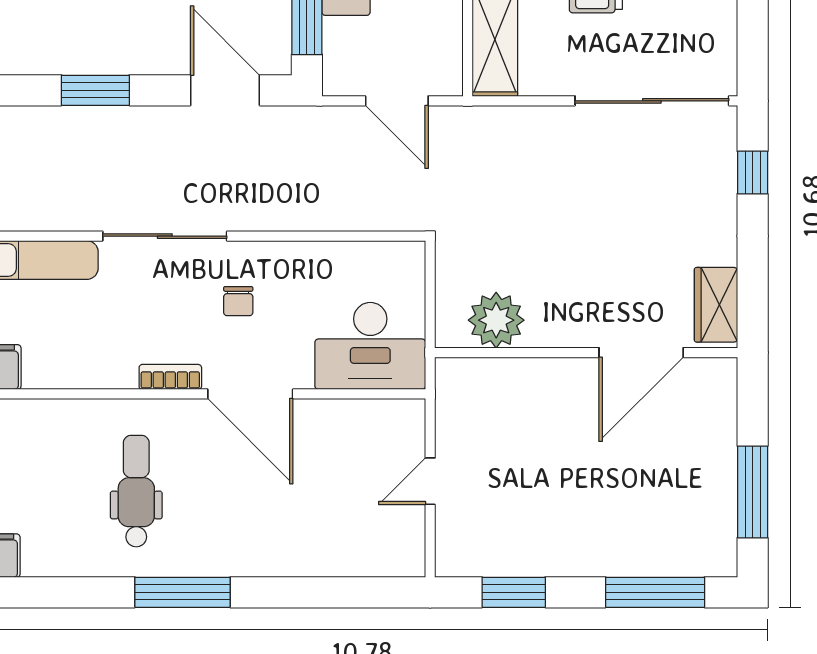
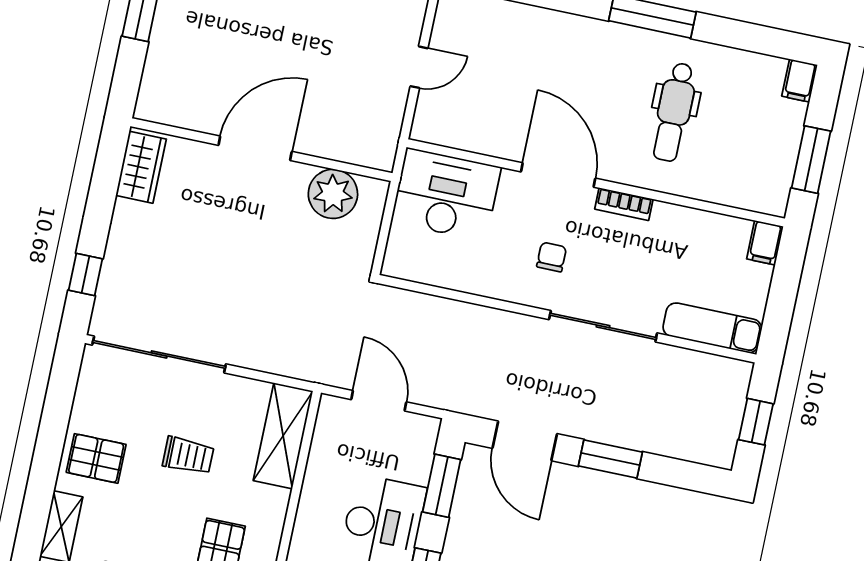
window: (95, 90) -> (610, 459), moved
door: (641, 353) -> (255, 148), moved

